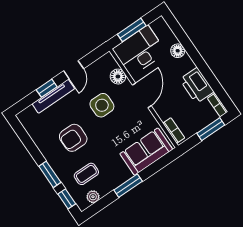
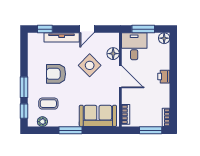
desk: (139, 51) -> (134, 46), width x0.73
floor lamp: (178, 51) -> (164, 38), moved
printer: (197, 85) -> (164, 77), moved, width x0.53, depth x0.68
window: (47, 88) -> (45, 29), moved
door: (142, 95) -> (120, 77), hinge flipped
side table: (102, 105) -> (90, 65), turned 45

